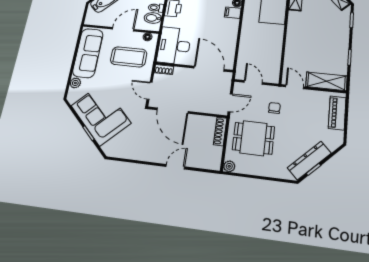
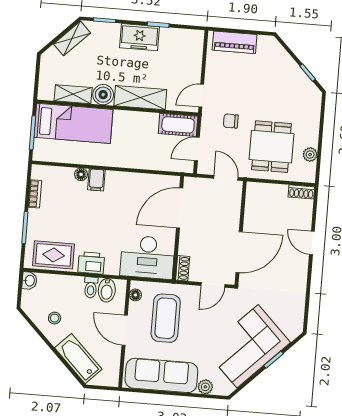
boiler: (295, 18) -> (103, 95), added
freezer: (339, 44) -> (139, 37), added
cot: (272, 69) -> (178, 125), added
shelving: (326, 81) -> (140, 98), moved, turned 90
shoe rack: (220, 131) -> (301, 192), moved, width x0.70
dresser: (309, 160) -> (297, 77), removed
plant: (229, 166) -> (310, 155), moved

